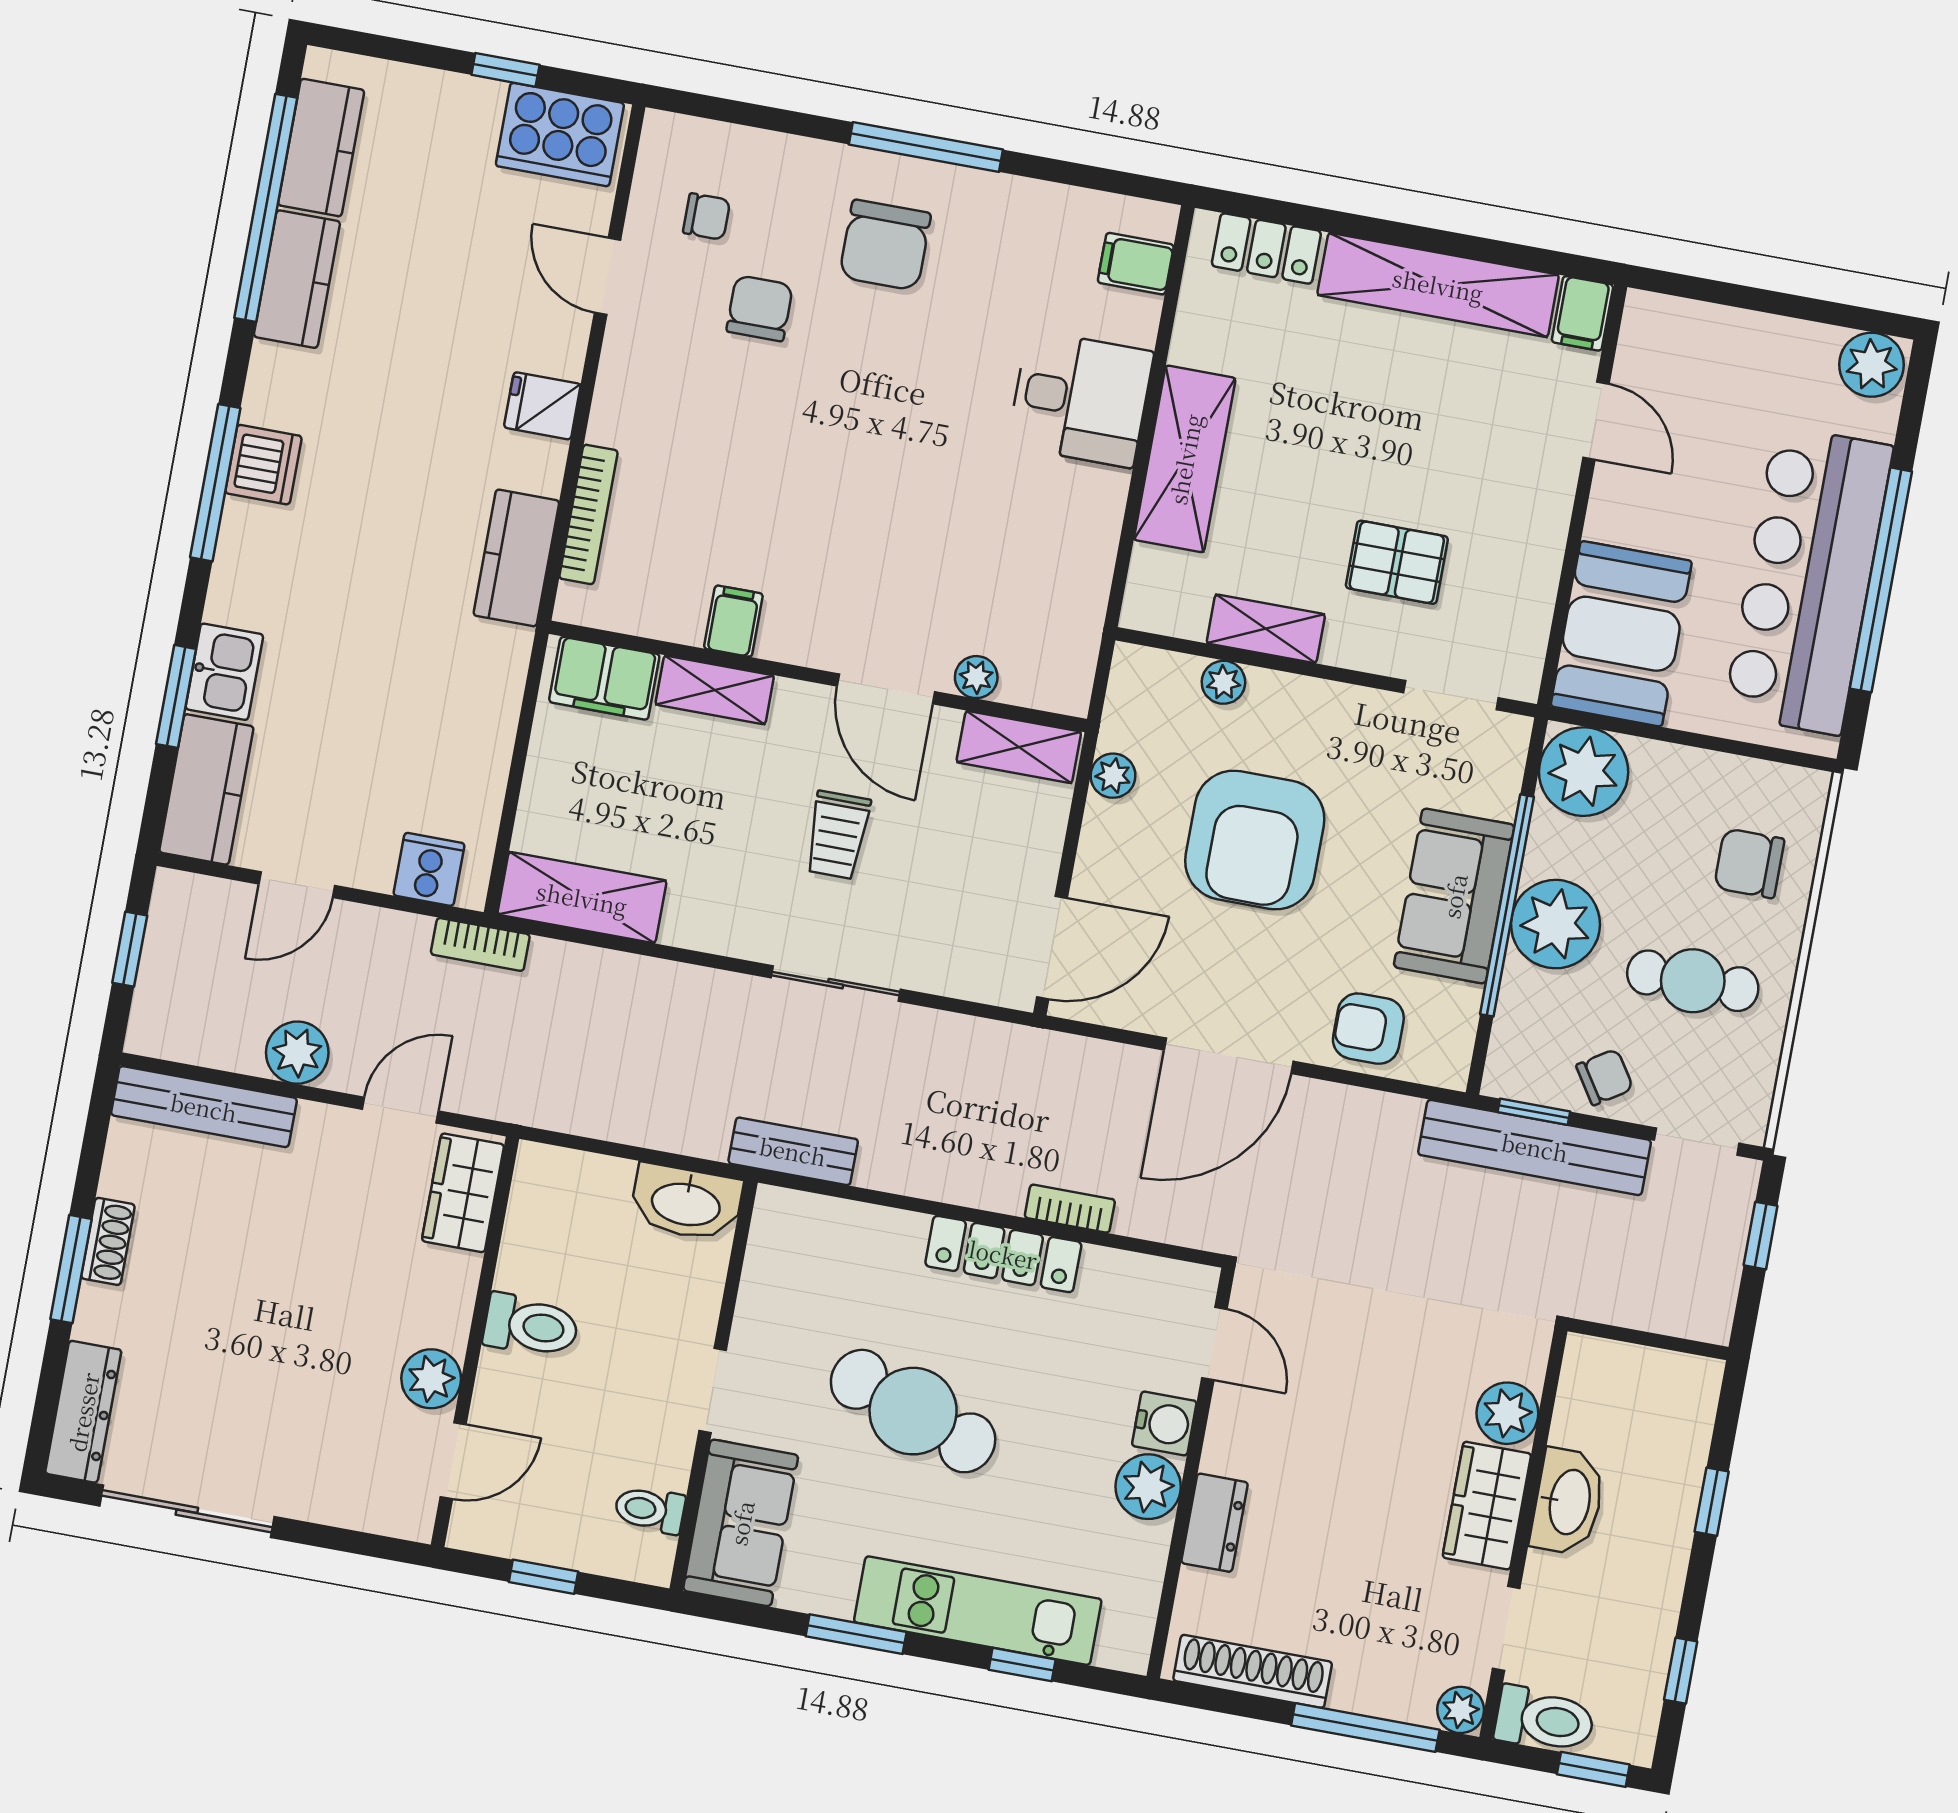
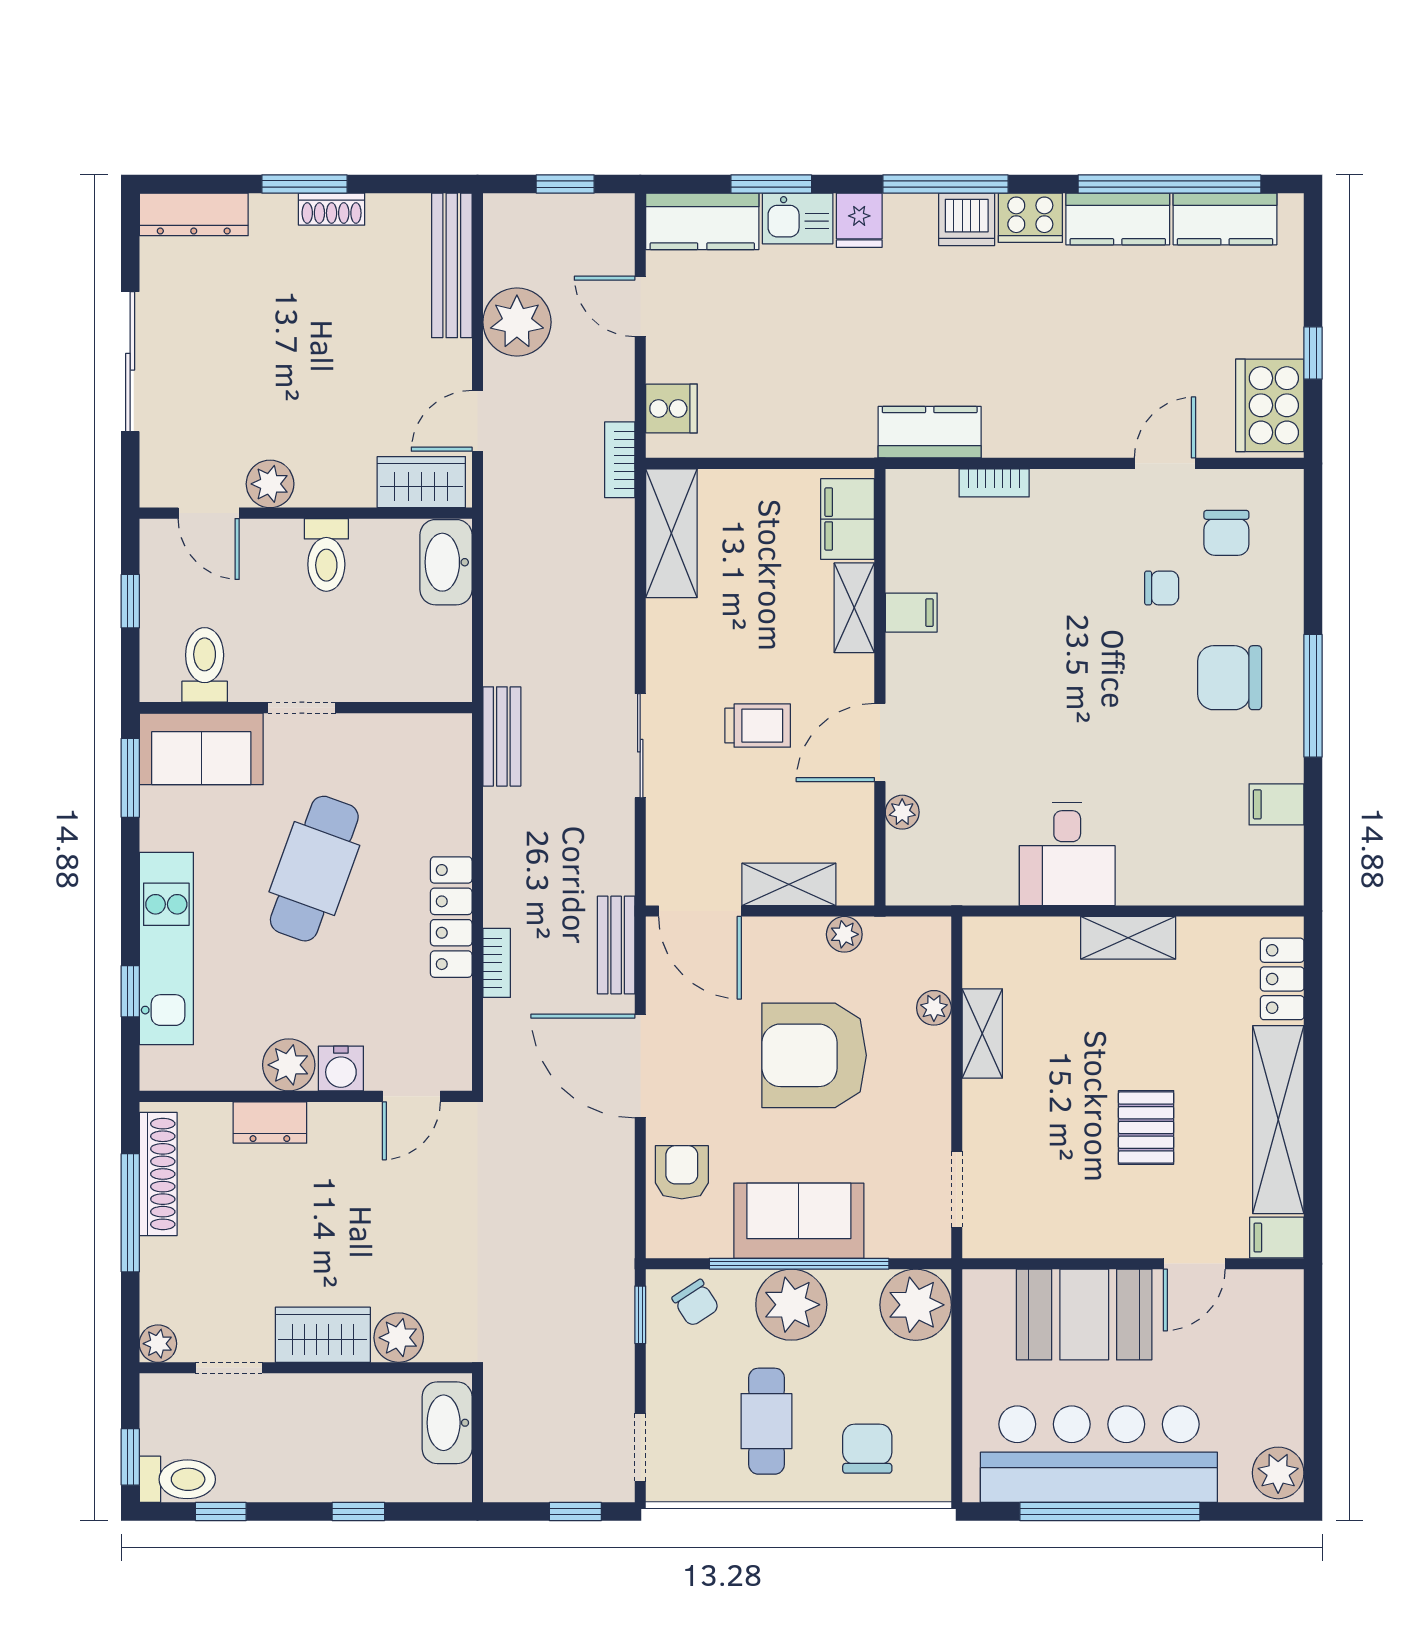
chair: (707, 217) -> (1226, 533), width x1.37, depth x1.37
filing cabinet: (1136, 264) -> (1276, 804), moved, turned -90
chair: (760, 308) -> (1162, 588), width x0.73, depth x0.73
cooker: (276, 386) -> (1030, 218), added
desk: (1080, 399) -> (1067, 854), moved
fridge: (542, 406) -> (859, 220), moved, turned 180
shelving: (1185, 459) -> (1128, 938), width x0.67, depth x0.75
bookcase: (588, 514) -> (994, 483), width x0.64
pallet: (1397, 562) -> (1146, 1127), moved
booth: (1621, 634) -> (1084, 1315), moved
shelving: (1019, 747) -> (789, 884), moved, turned 90
trolley: (837, 835) -> (758, 726), turned 180
plant: (297, 1053) -> (517, 322), width x1.36, depth x1.36
chair: (1605, 1077) -> (696, 1303), moved
door: (400, 1110) -> (477, 421), swing flipped
bench: (1535, 1147) -> (616, 945), moved, width x0.54, depth x0.82
washbasin: (686, 1203) -> (446, 562), moved
washbasin: (1568, 1502) -> (447, 1423), moved, turned 90
toilet: (650, 1510) -> (205, 665), width x1.37, depth x1.39
sliding door: (187, 1511) -> (130, 362), moved
window: (856, 1634) -> (130, 778), moved
toilet: (1545, 1720) -> (177, 1479), moved, turned -90
window: (1365, 1728) -> (130, 1213), moved

